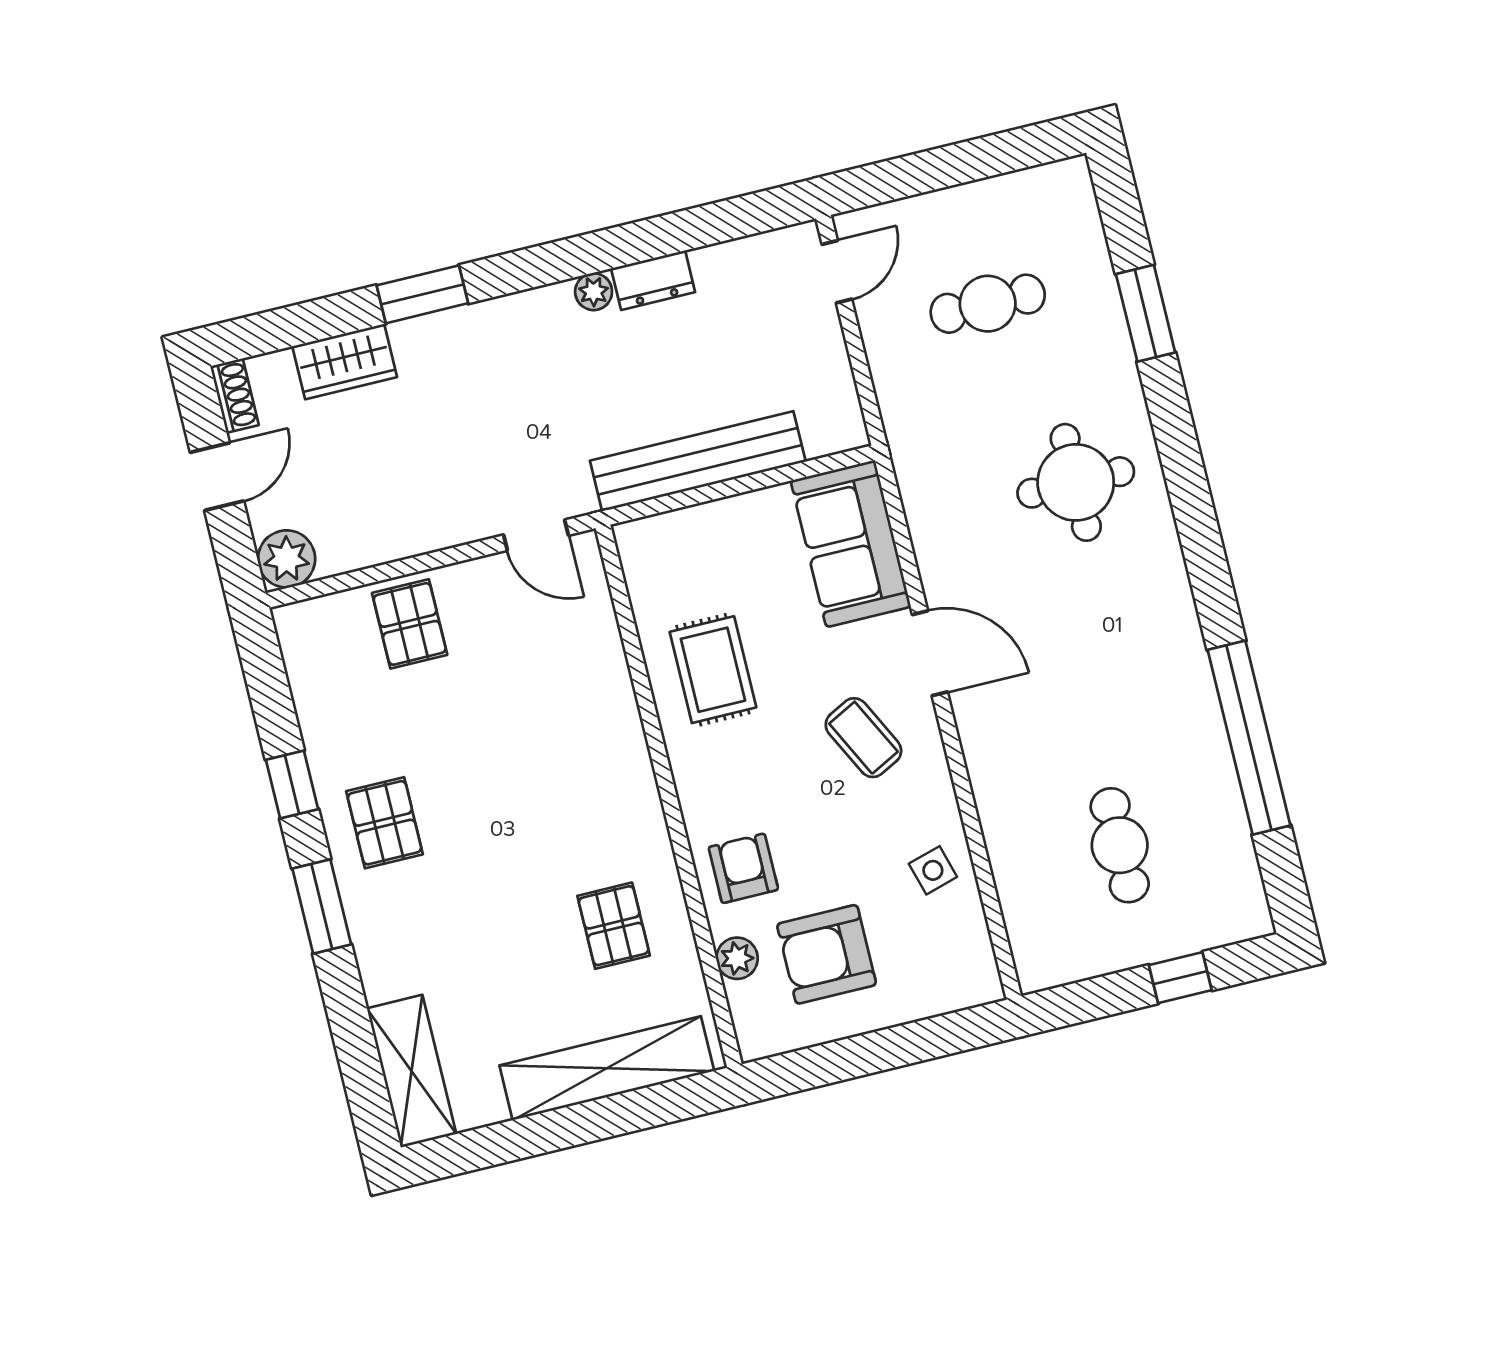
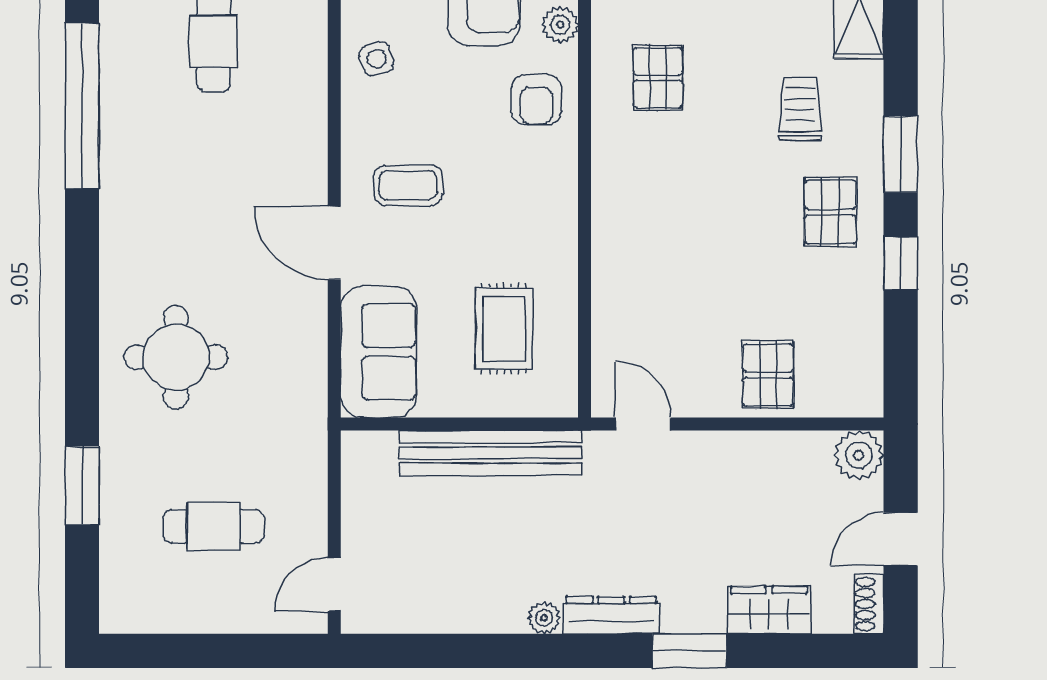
dresser: (653, 280) -> (611, 615), moved, width x1.44
rug: (713, 670) -> (504, 329), moved
coffee table: (863, 738) -> (408, 185), turned -63
trolley: (447, 930) -> (800, 109), added

